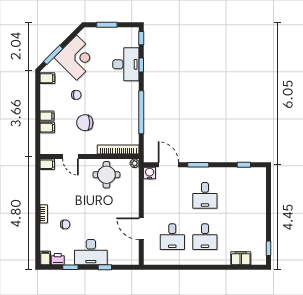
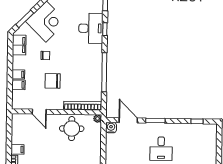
filing cabinet: (47, 78) -> (19, 45), width x2.00
filing cabinet: (47, 164) -> (17, 149), moved

